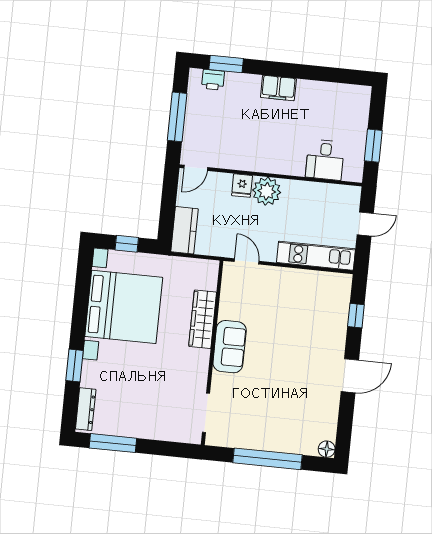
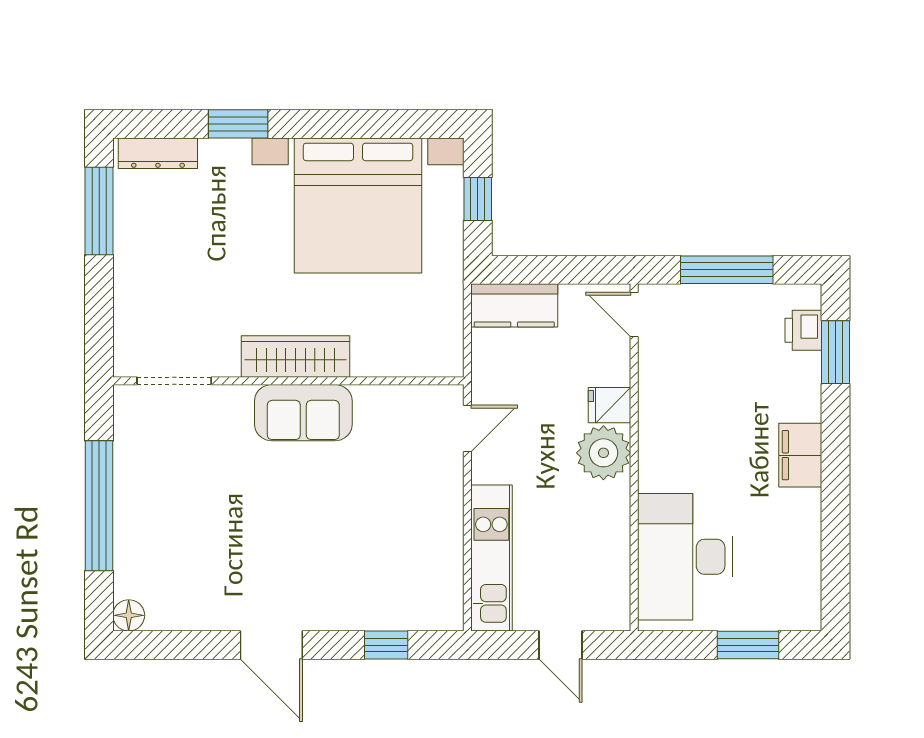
window: (373, 146) -> (748, 645), moved
desk: (325, 160) -> (685, 557), width x1.87, depth x1.30
wardrobe: (203, 319) -> (296, 357), moved

